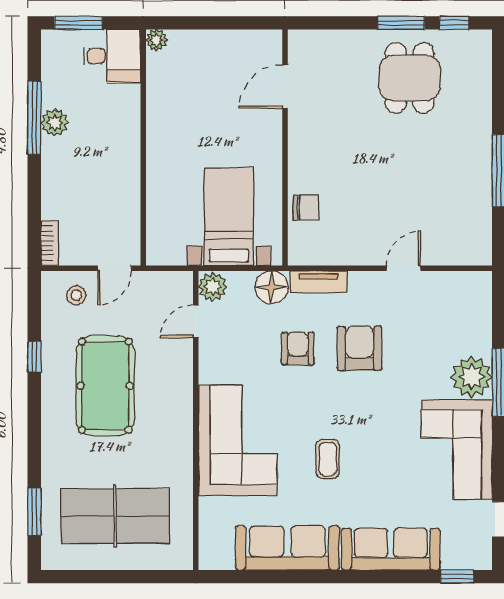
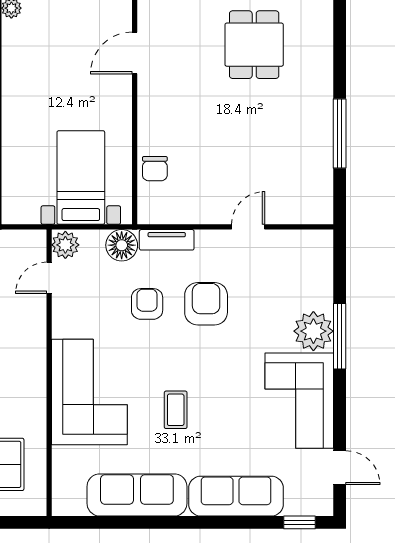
chair: (306, 207) -> (155, 169), turned 90

